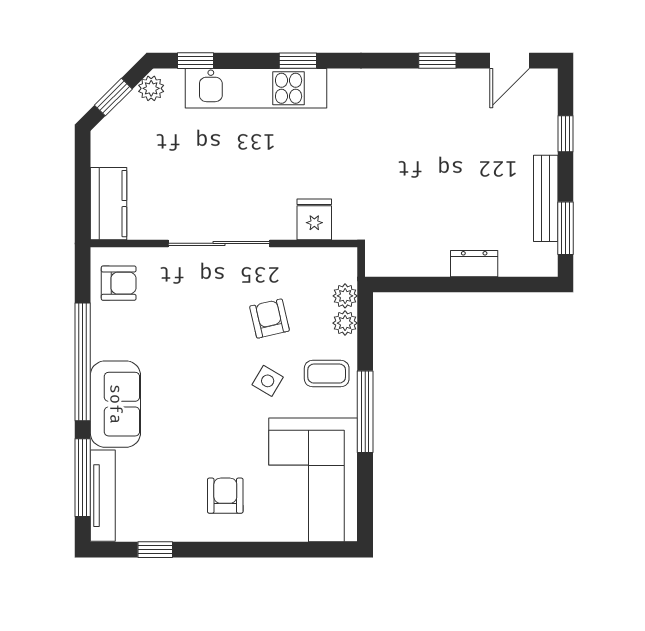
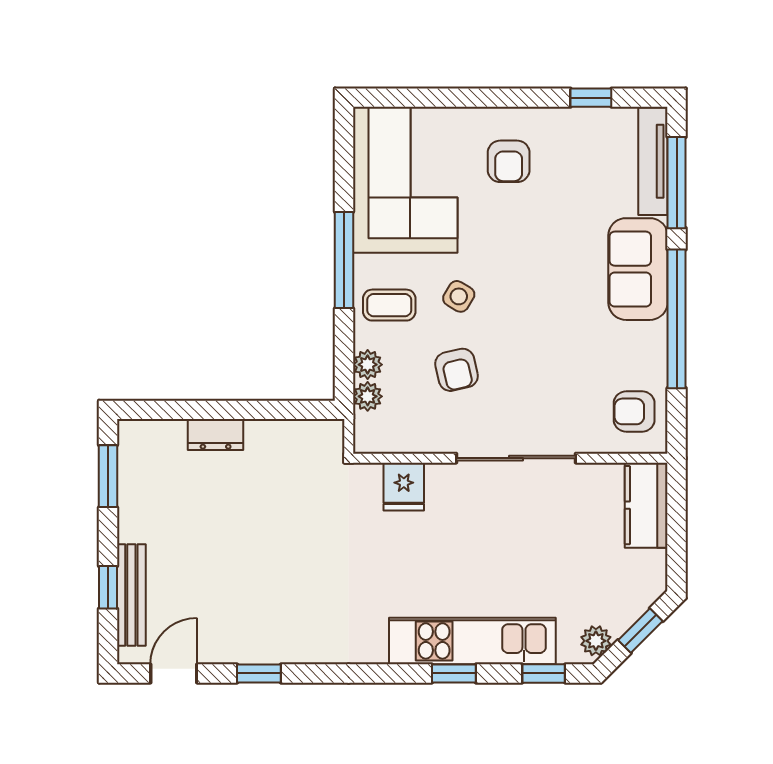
window: (298, 61) -> (454, 673), moved
bench: (546, 198) -> (131, 595), moved

